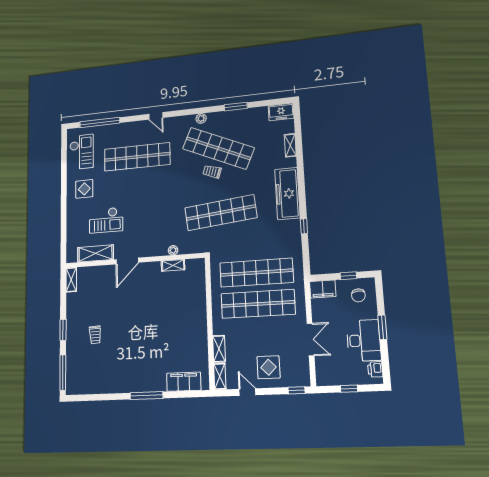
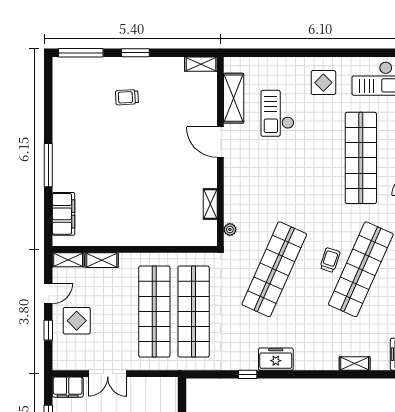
freezer: (287, 194) -> (276, 359), width x0.52, depth x0.79
shop shelf: (221, 213) -> (274, 269), turned 30
plant: (173, 250) -> (230, 229), moved
filing cabinet: (323, 289) -> (68, 387), moved, turned -90
window: (297, 390) -> (48, 330), moved

